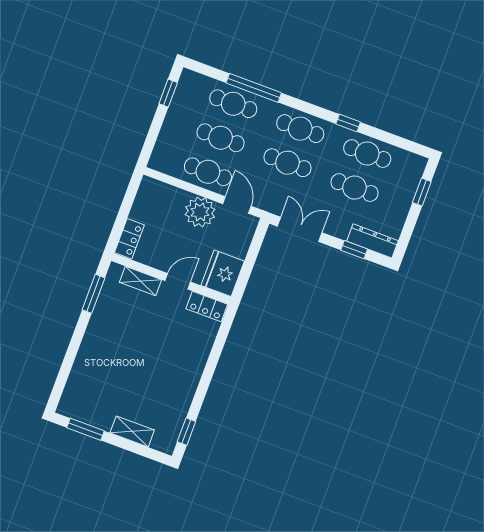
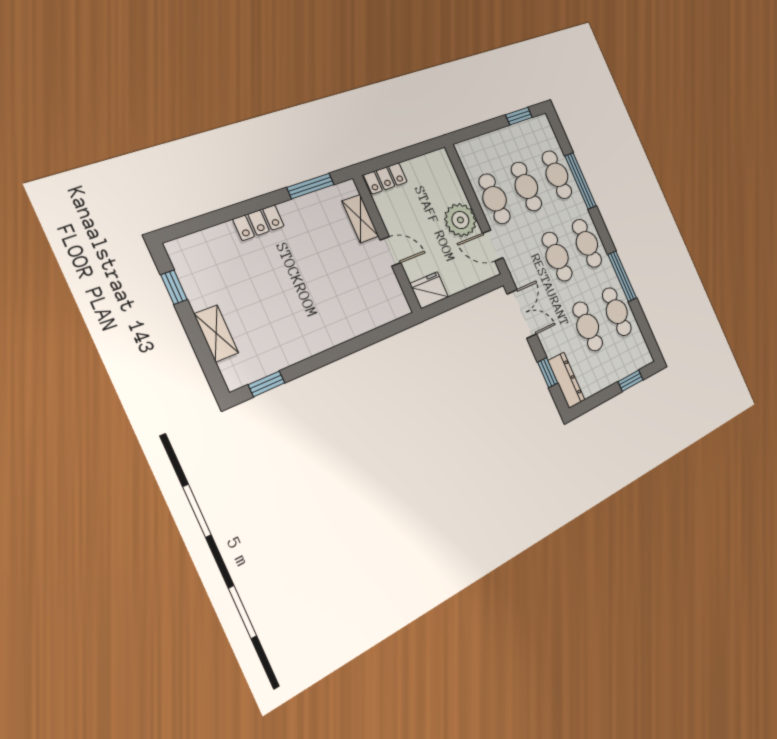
window: (348, 123) -> (622, 276), width x2.17
door: (237, 205) -> (493, 246), swing flipped
fridge: (223, 273) -> (429, 290), width x0.73, depth x0.75
locker: (207, 307) -> (259, 223), moved, turned -90
window: (86, 429) -> (174, 287), width x0.67

